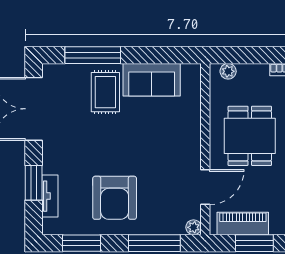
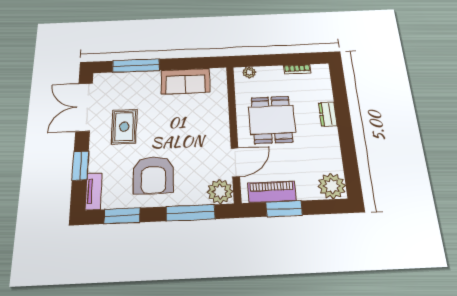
rug: (105, 92) -> (124, 127), moved
tv unit: (50, 196) -> (94, 191), moved
plant: (194, 227) -> (220, 192), width x1.87, depth x1.87

